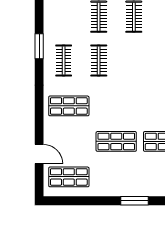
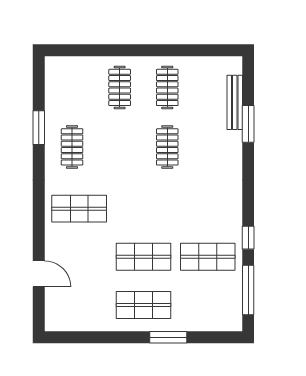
clothes rail: (99, 61) -> (167, 147), moved
shop shelf: (69, 177) -> (143, 305), moved

